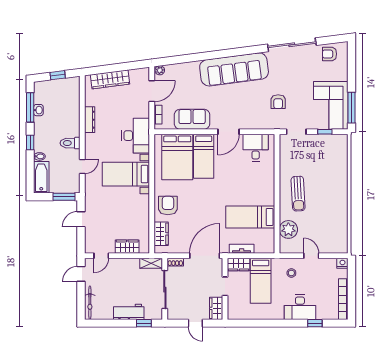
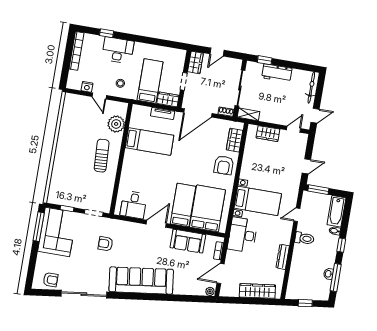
armchair: (278, 102) -> (106, 244), turned -90
nightstand: (342, 263) -> (87, 87), moved
door: (195, 323) -> (217, 52), swing flipped

